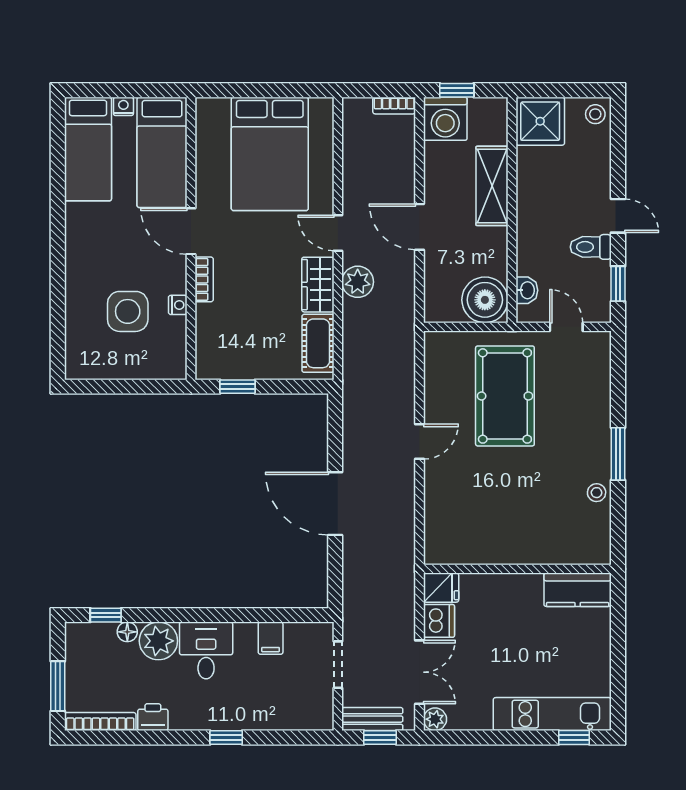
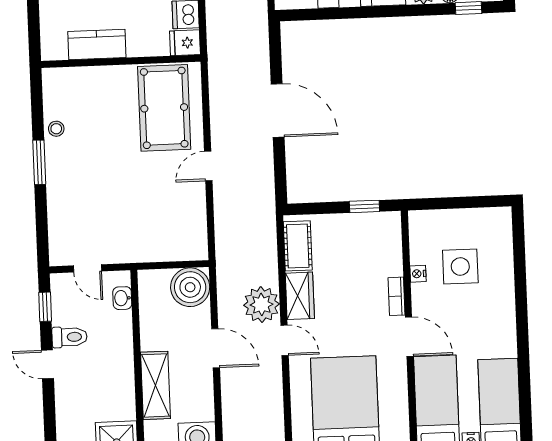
plant: (358, 282) -> (261, 305), width x1.36, depth x1.36
boiler: (485, 300) -> (190, 287), moved
pool table: (505, 396) -> (164, 108), moved
kitchen counter: (578, 590) -> (97, 45), moved

